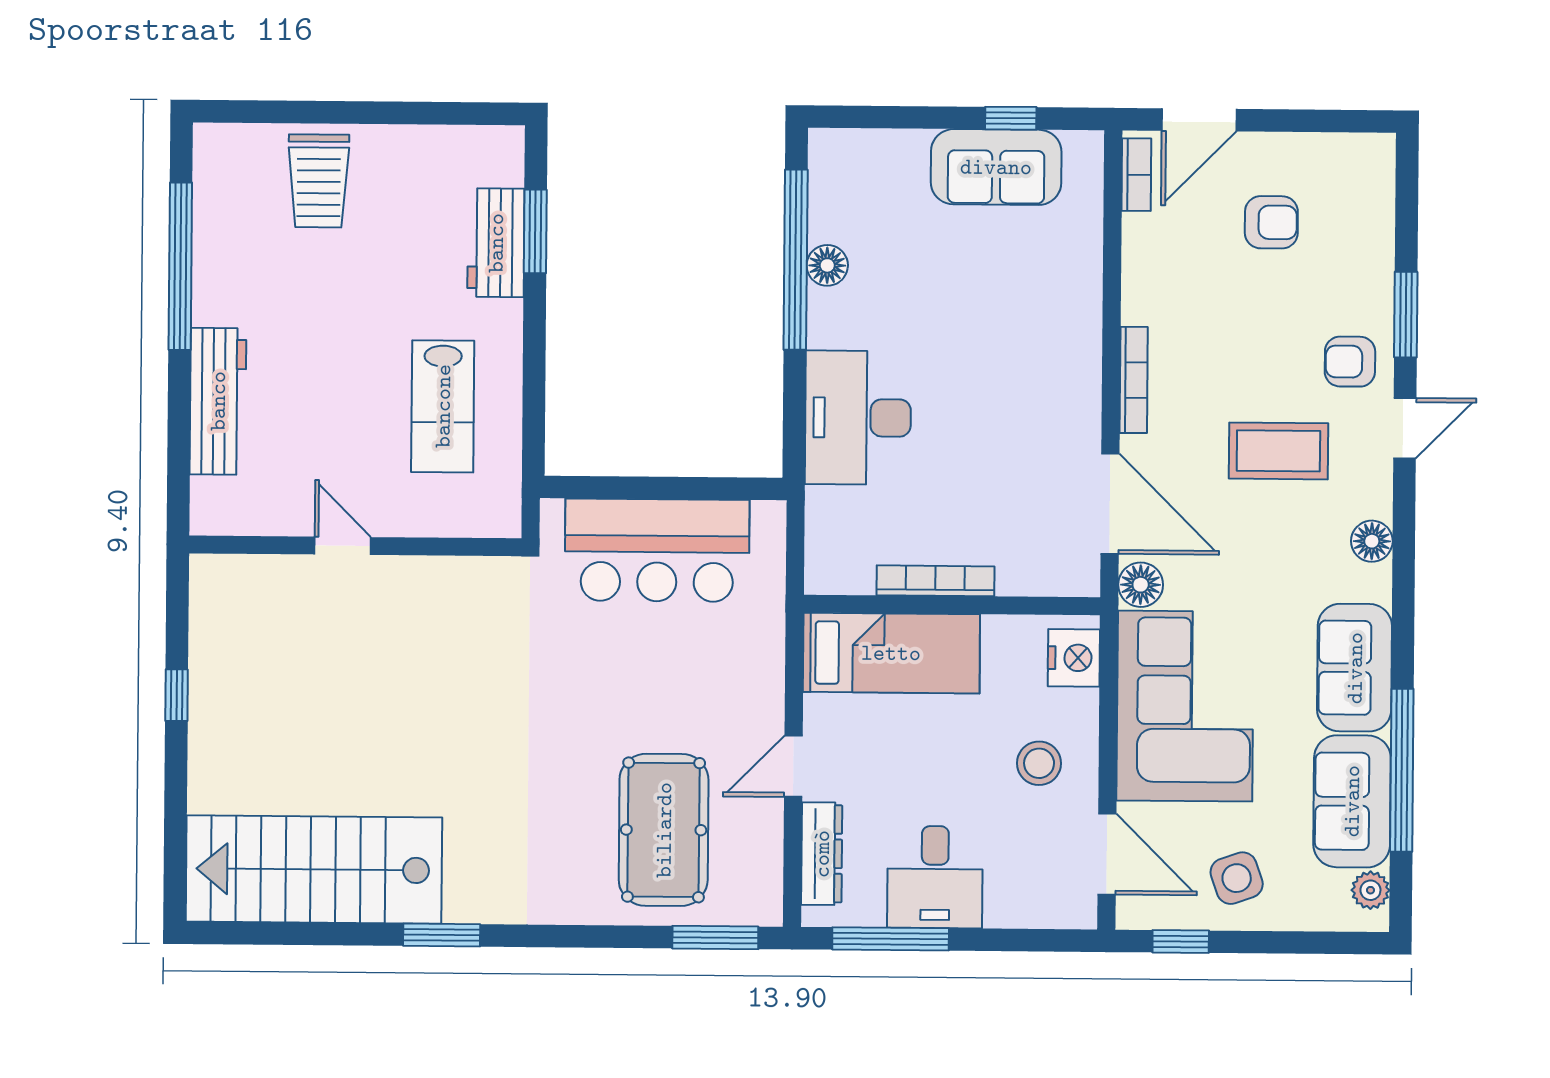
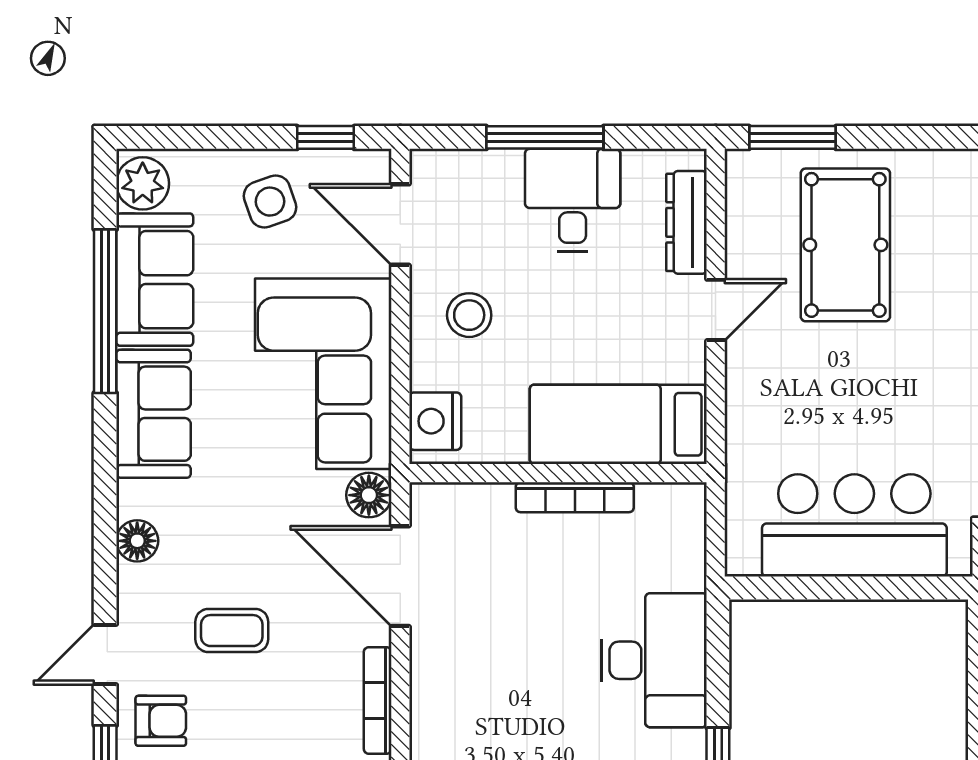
coffee table: (1278, 451) -> (232, 631), width x0.73, depth x0.77
plant: (1370, 890) -> (143, 183), width x1.38, depth x1.38
window: (891, 939) -> (545, 137), moved

